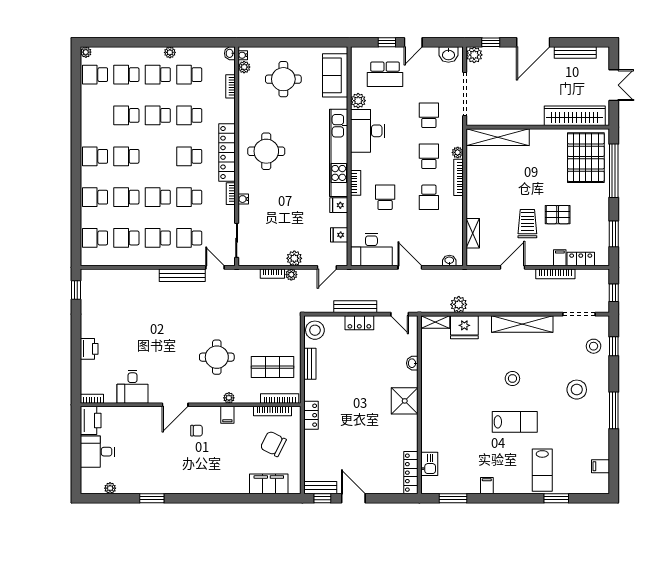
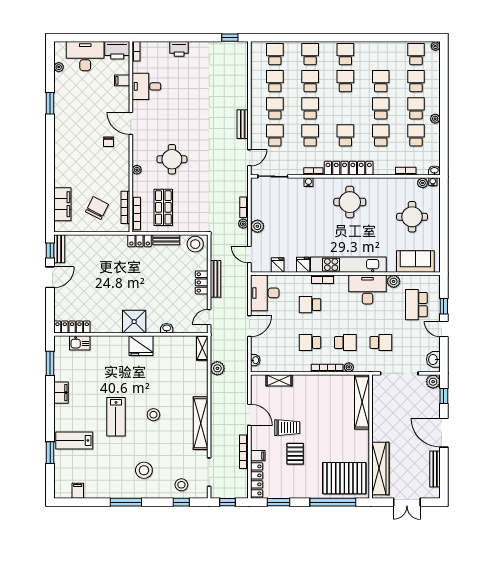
school desk: (385, 197) -> (310, 305), turned 180
locker: (581, 259) -> (257, 480), width x1.53
bench: (182, 275) -> (243, 124), width x0.73
fridge: (464, 327) -> (141, 346), moved, turned -90
filing cabinet: (227, 415) -> (122, 80), moved
locker: (311, 415) -> (140, 241), moved
desk: (97, 452) -> (85, 56), width x1.37
filing cabinet: (487, 486) -> (61, 393), width x2.00

